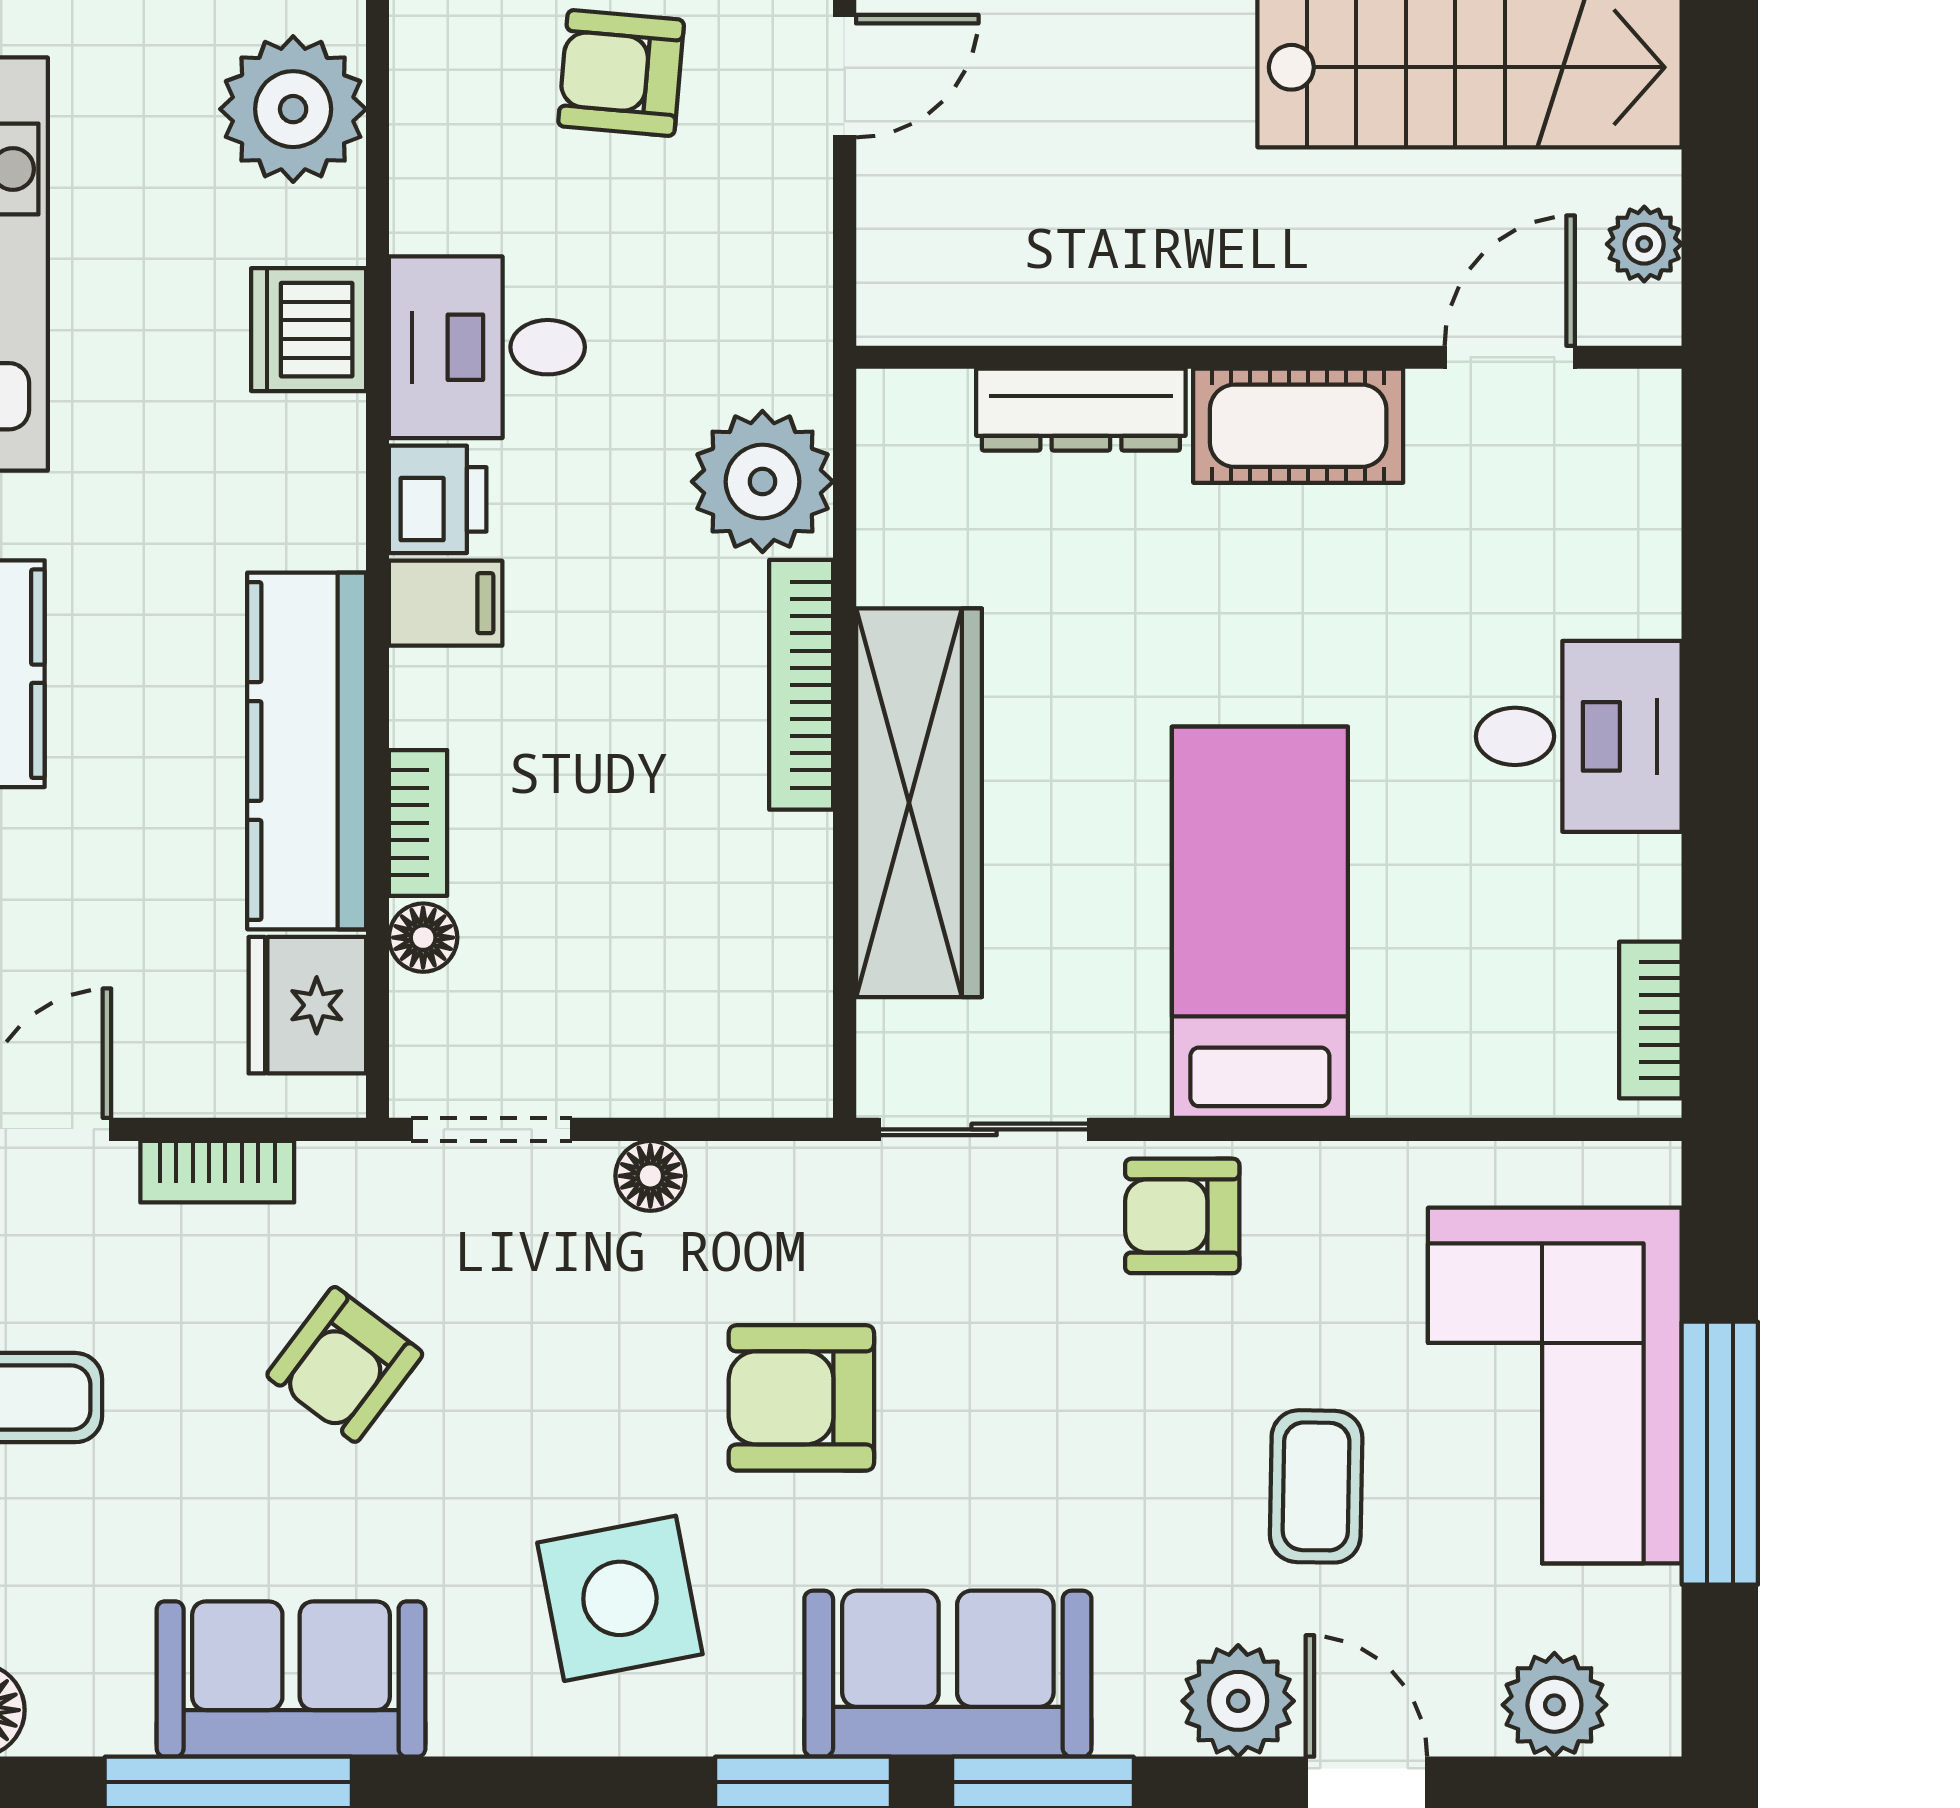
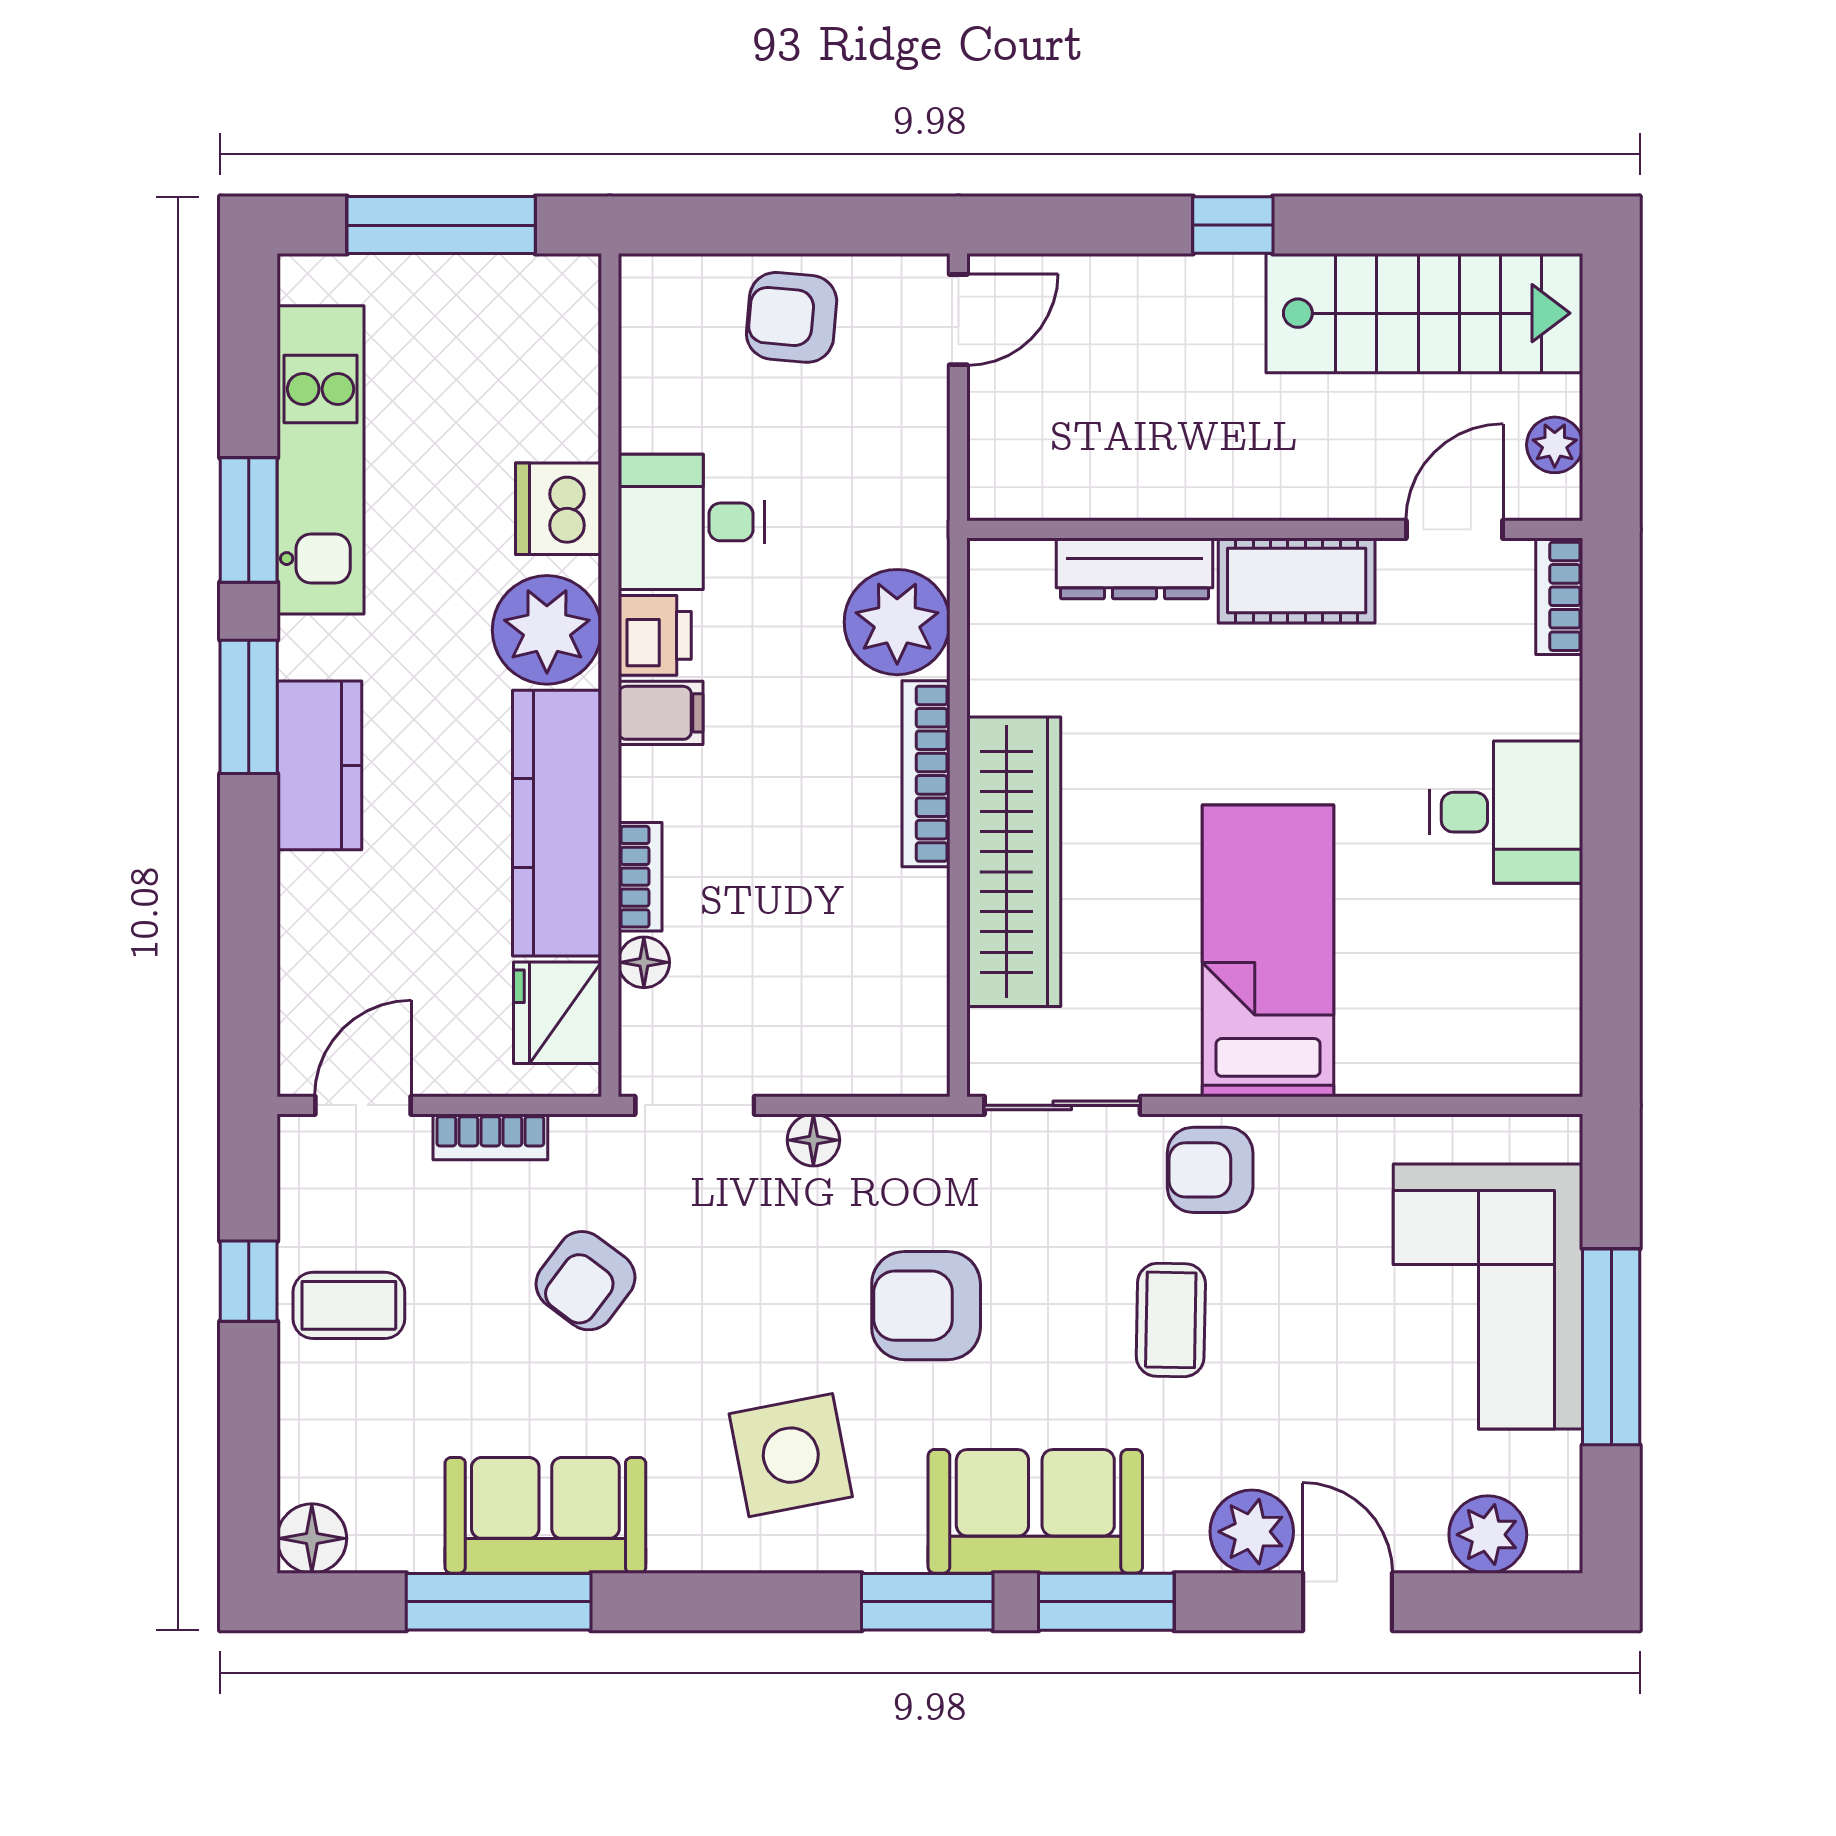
plant: (293, 109) -> (547, 630), moved
bookcase: (1650, 1020) -> (1559, 596), moved
coffee table: (1316, 1486) -> (1171, 1320), moved

